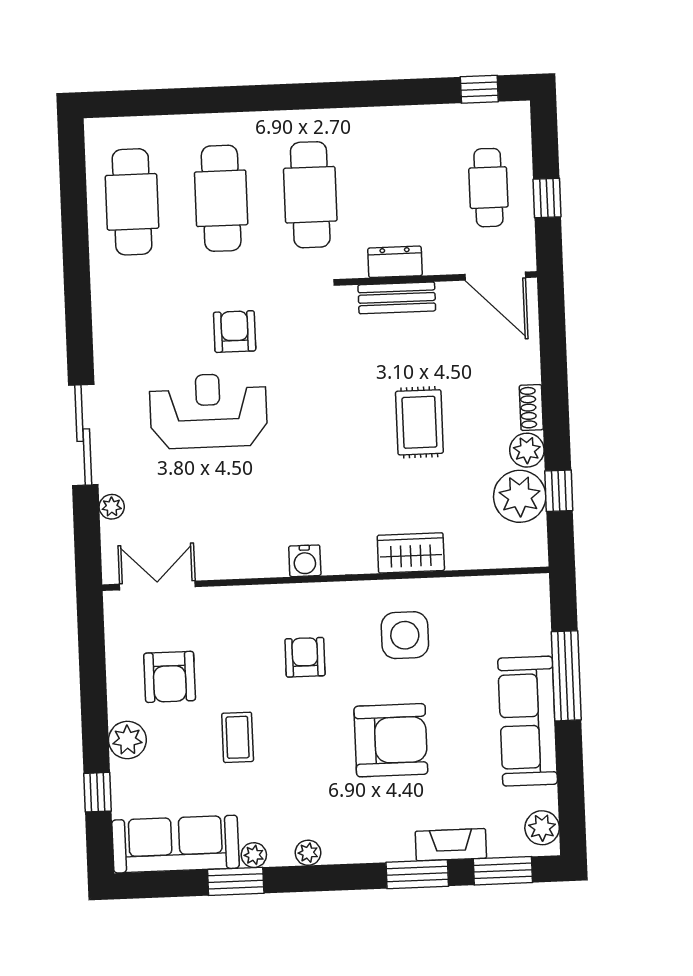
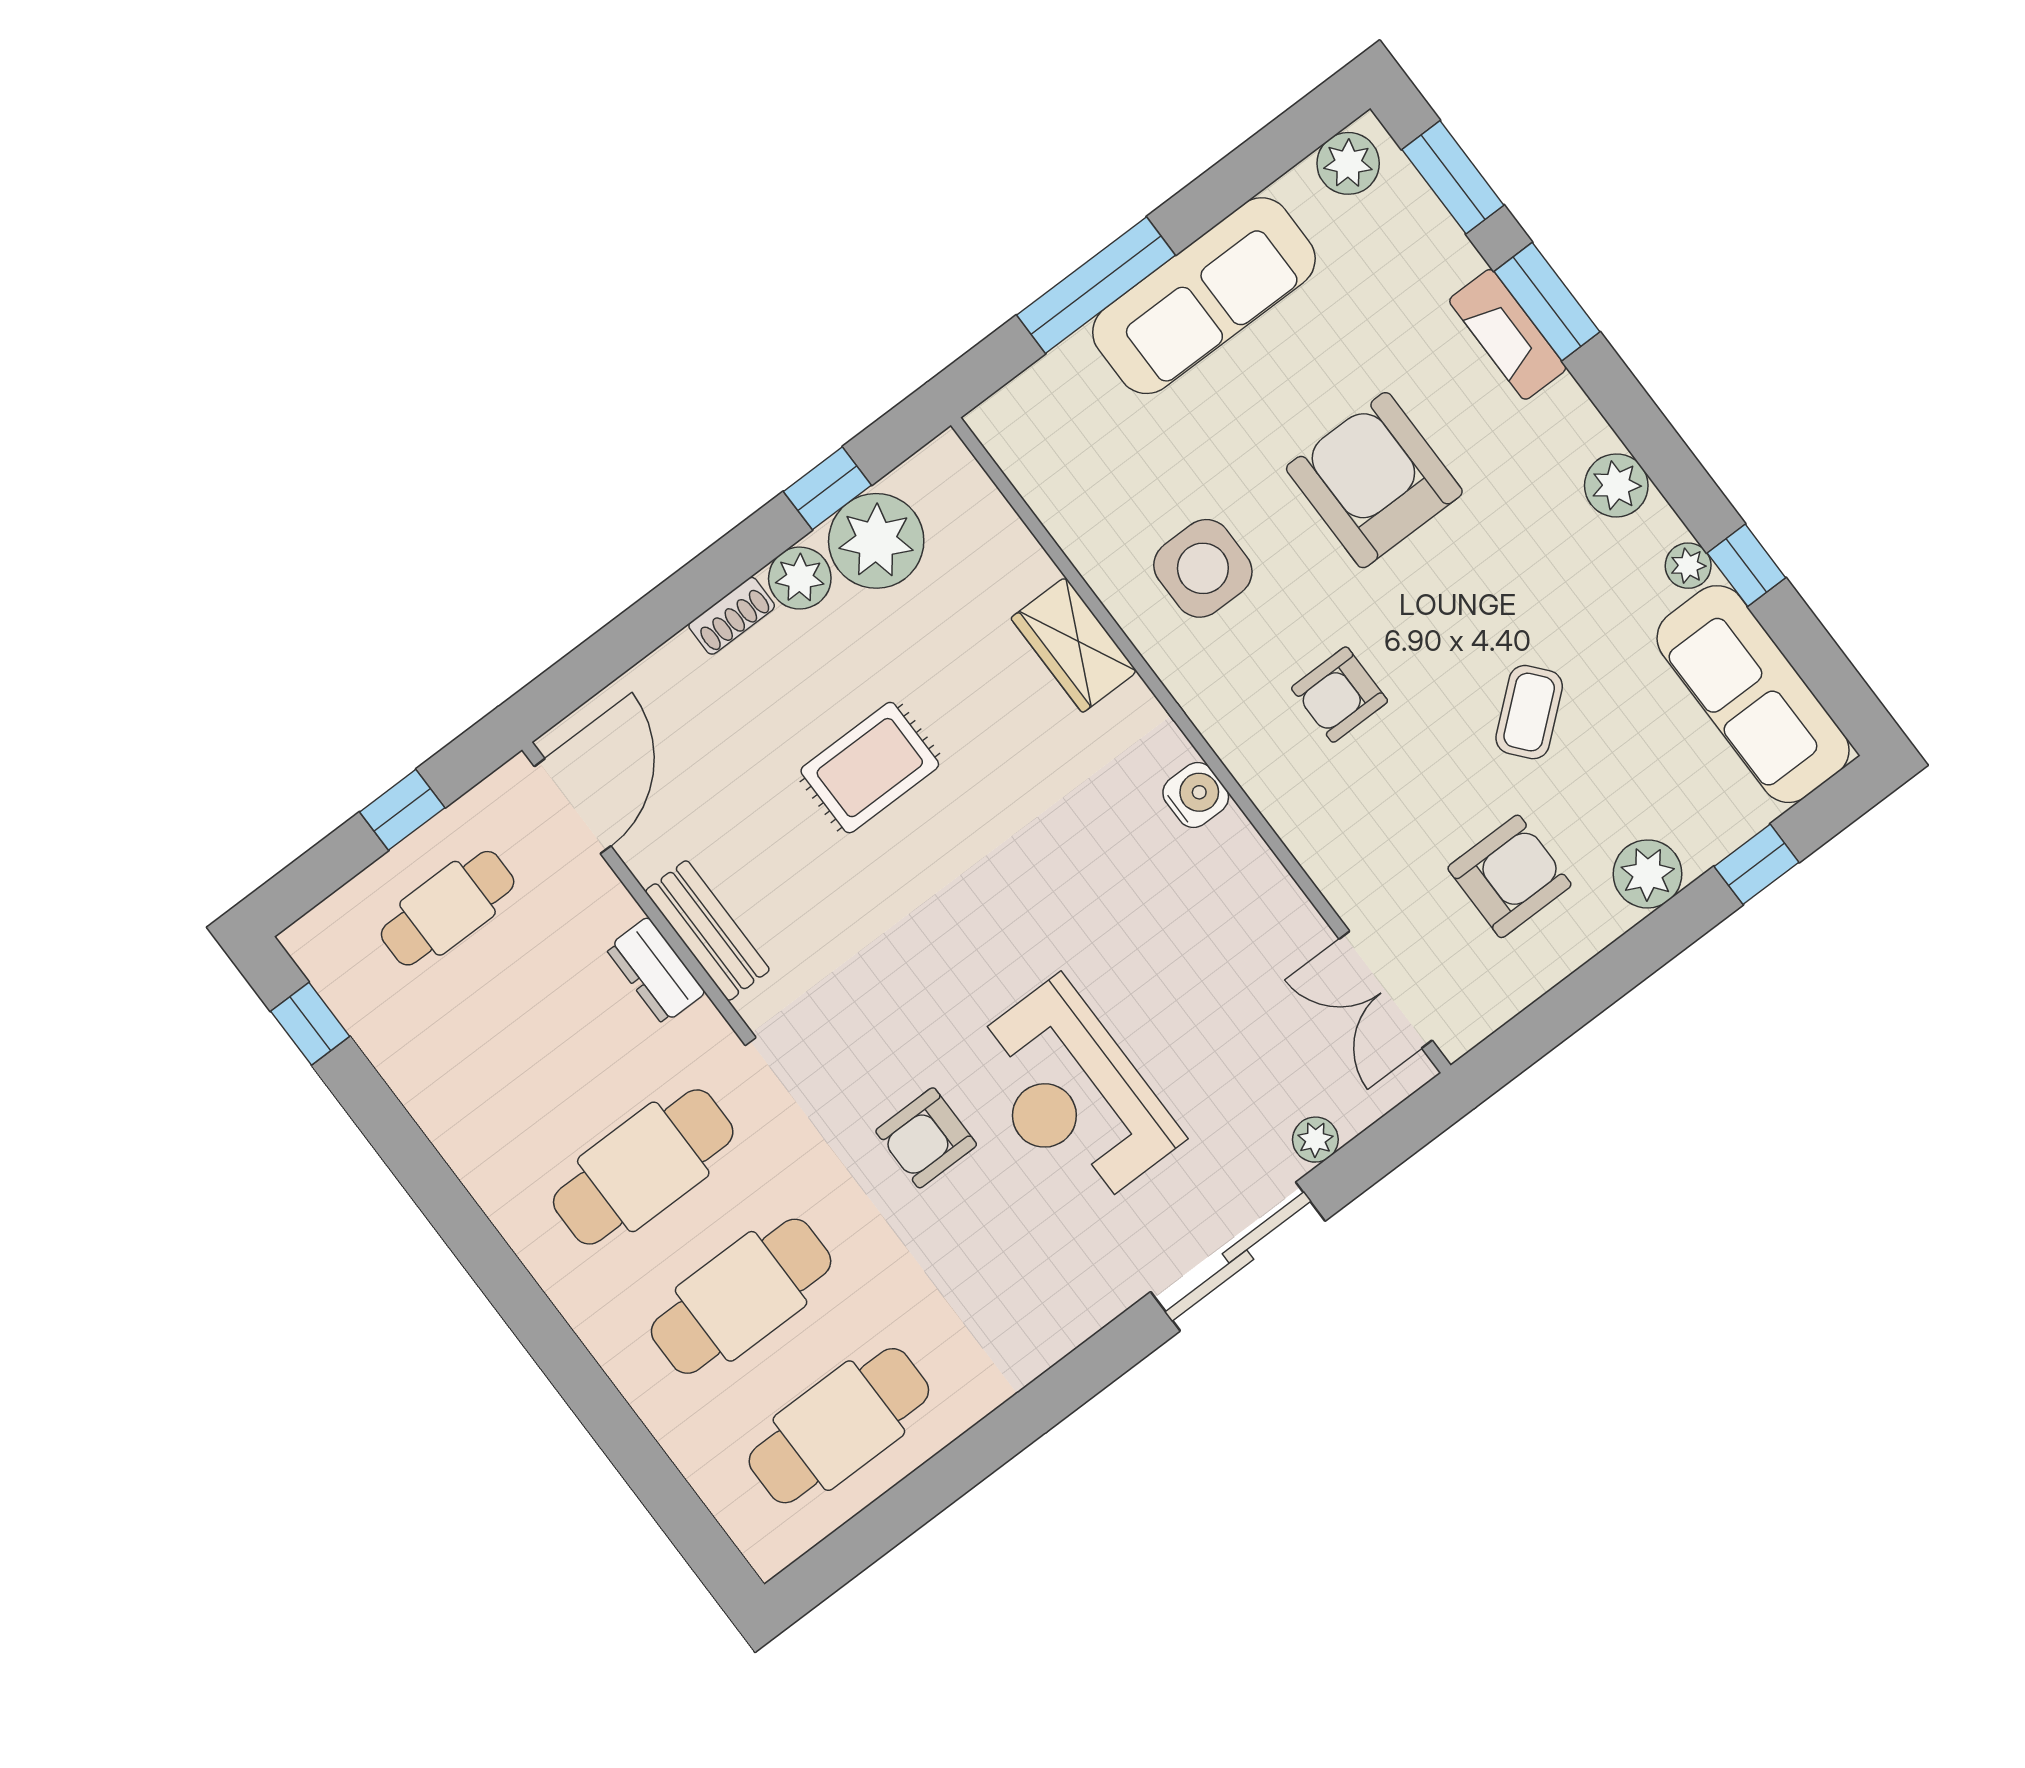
coffee table: (238, 737) -> (1529, 712), turned -40
fireplace: (451, 845) -> (1508, 334), moved
plant: (308, 853) -> (1616, 485), width x1.38, depth x1.38
window: (236, 881) -> (1746, 565), width x0.67

